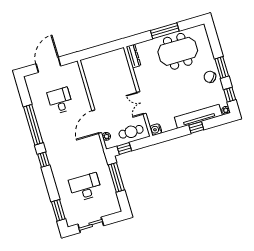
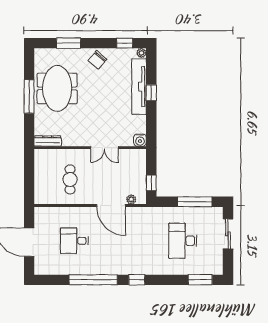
window: (222, 67) -> (68, 43), moved
cafe table: (131, 132) -> (70, 179), moved
window: (116, 177) -> (195, 202), moved
sliding door: (91, 225) -> (228, 234), moved

